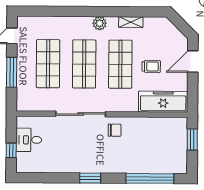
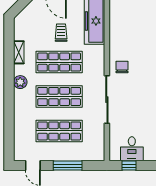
window: (11, 150) -> (129, 166), moved

